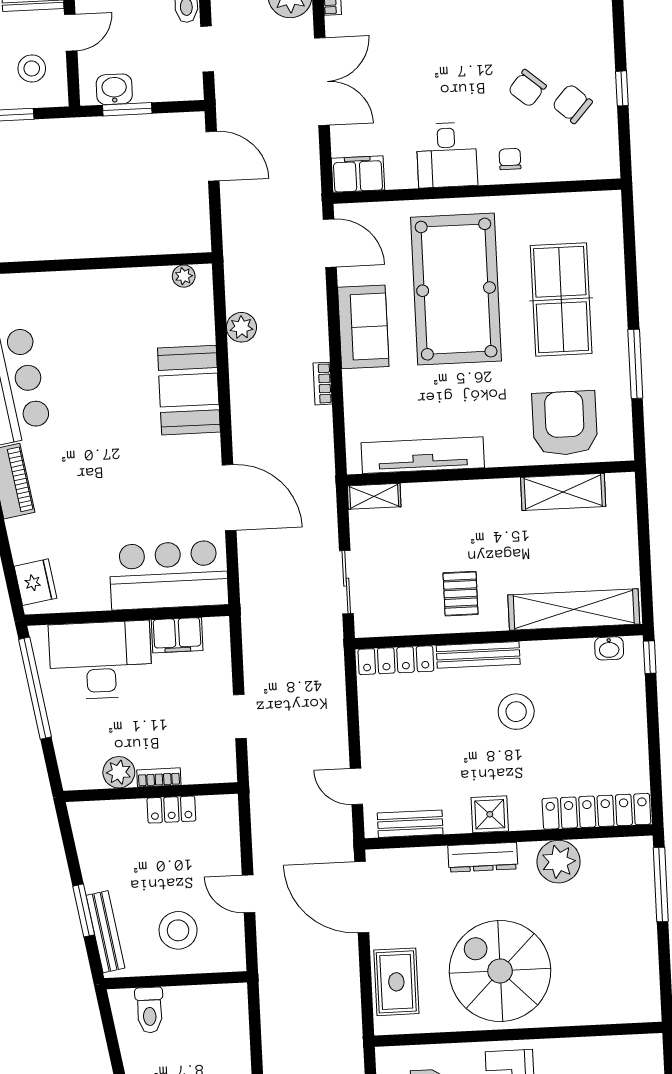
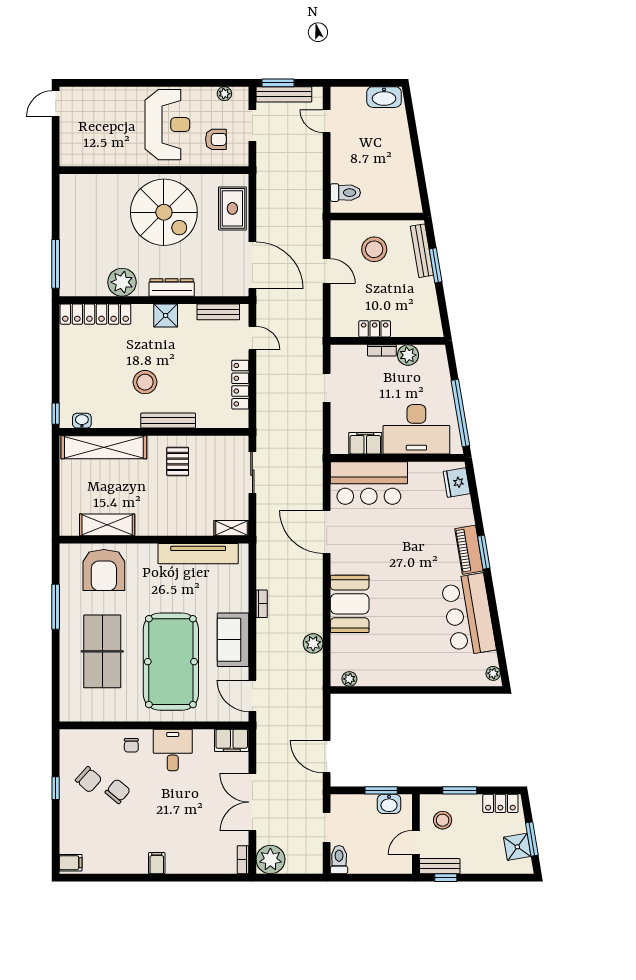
locker: (396, 660) -> (240, 385), moved, turned -90
toilet: (149, 1010) -> (345, 193), moved, turned 90

